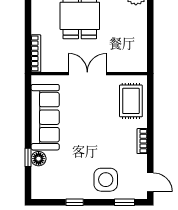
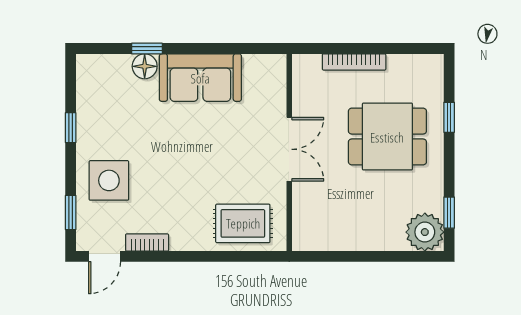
bookcase: (36, 53) -> (354, 62), moved
sofa: (45, 117) -> (200, 78), width x0.73
bookcase: (142, 141) -> (147, 242), moved

